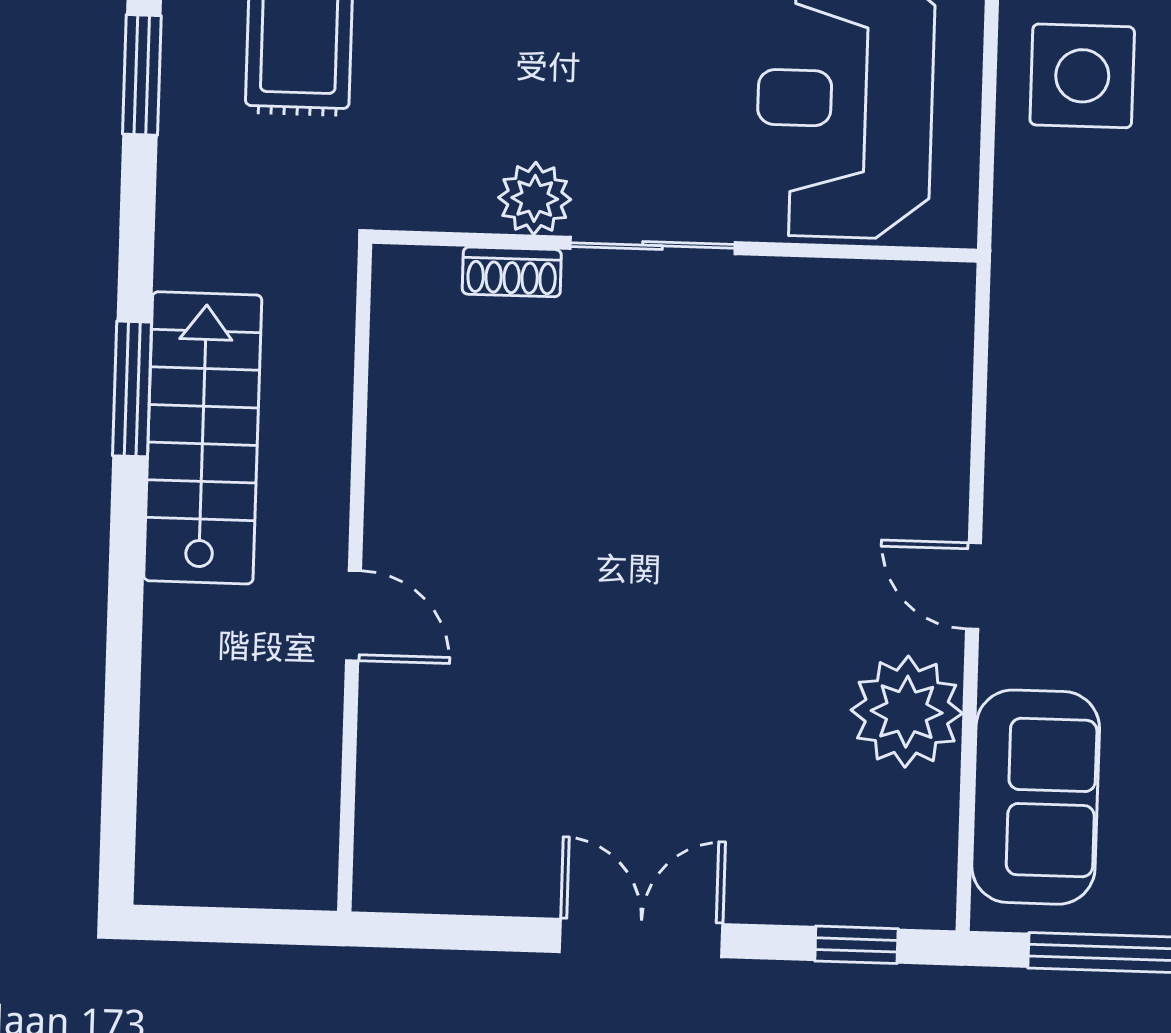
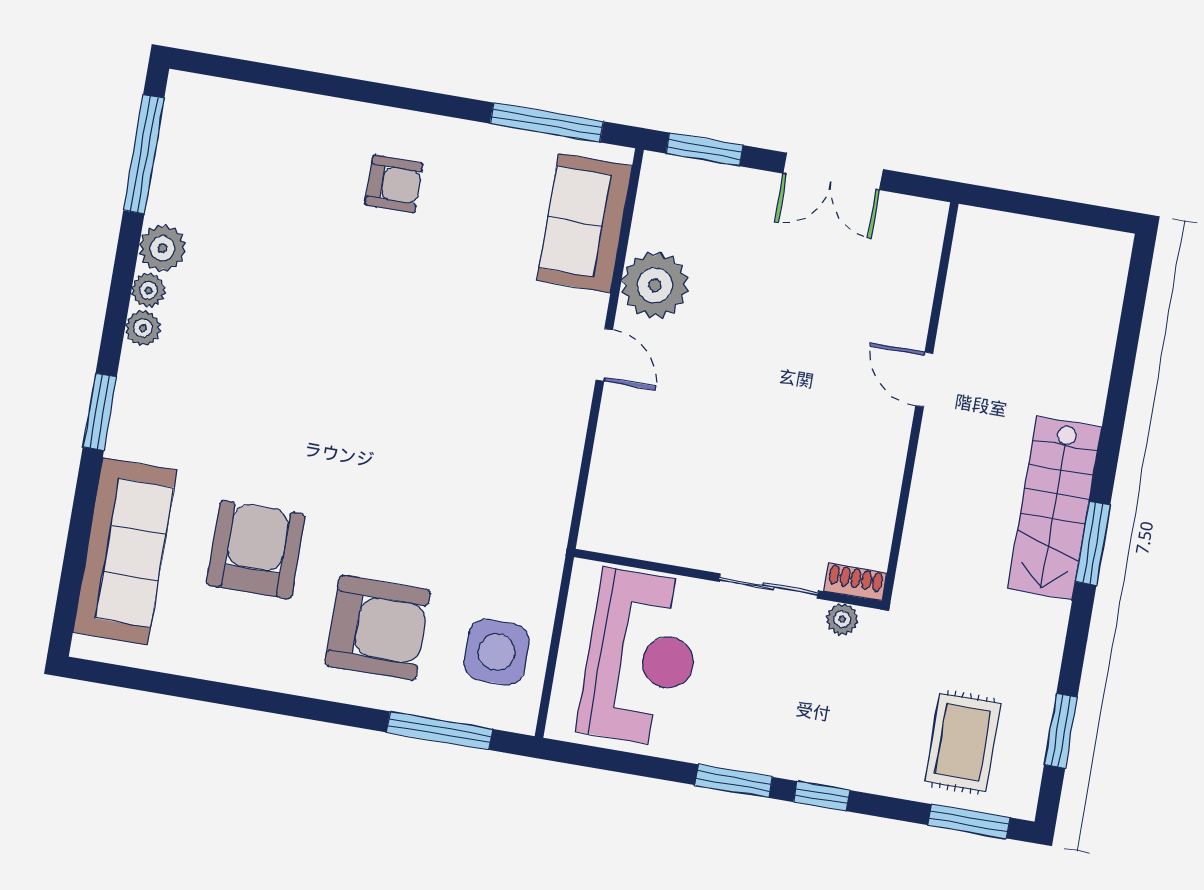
plant: (535, 198) -> (842, 619), width x0.73, depth x0.73
wall: (355, 577) -> (920, 402), moved
door: (354, 616) -> (924, 379), moved
window: (856, 945) -> (704, 149), width x1.50

